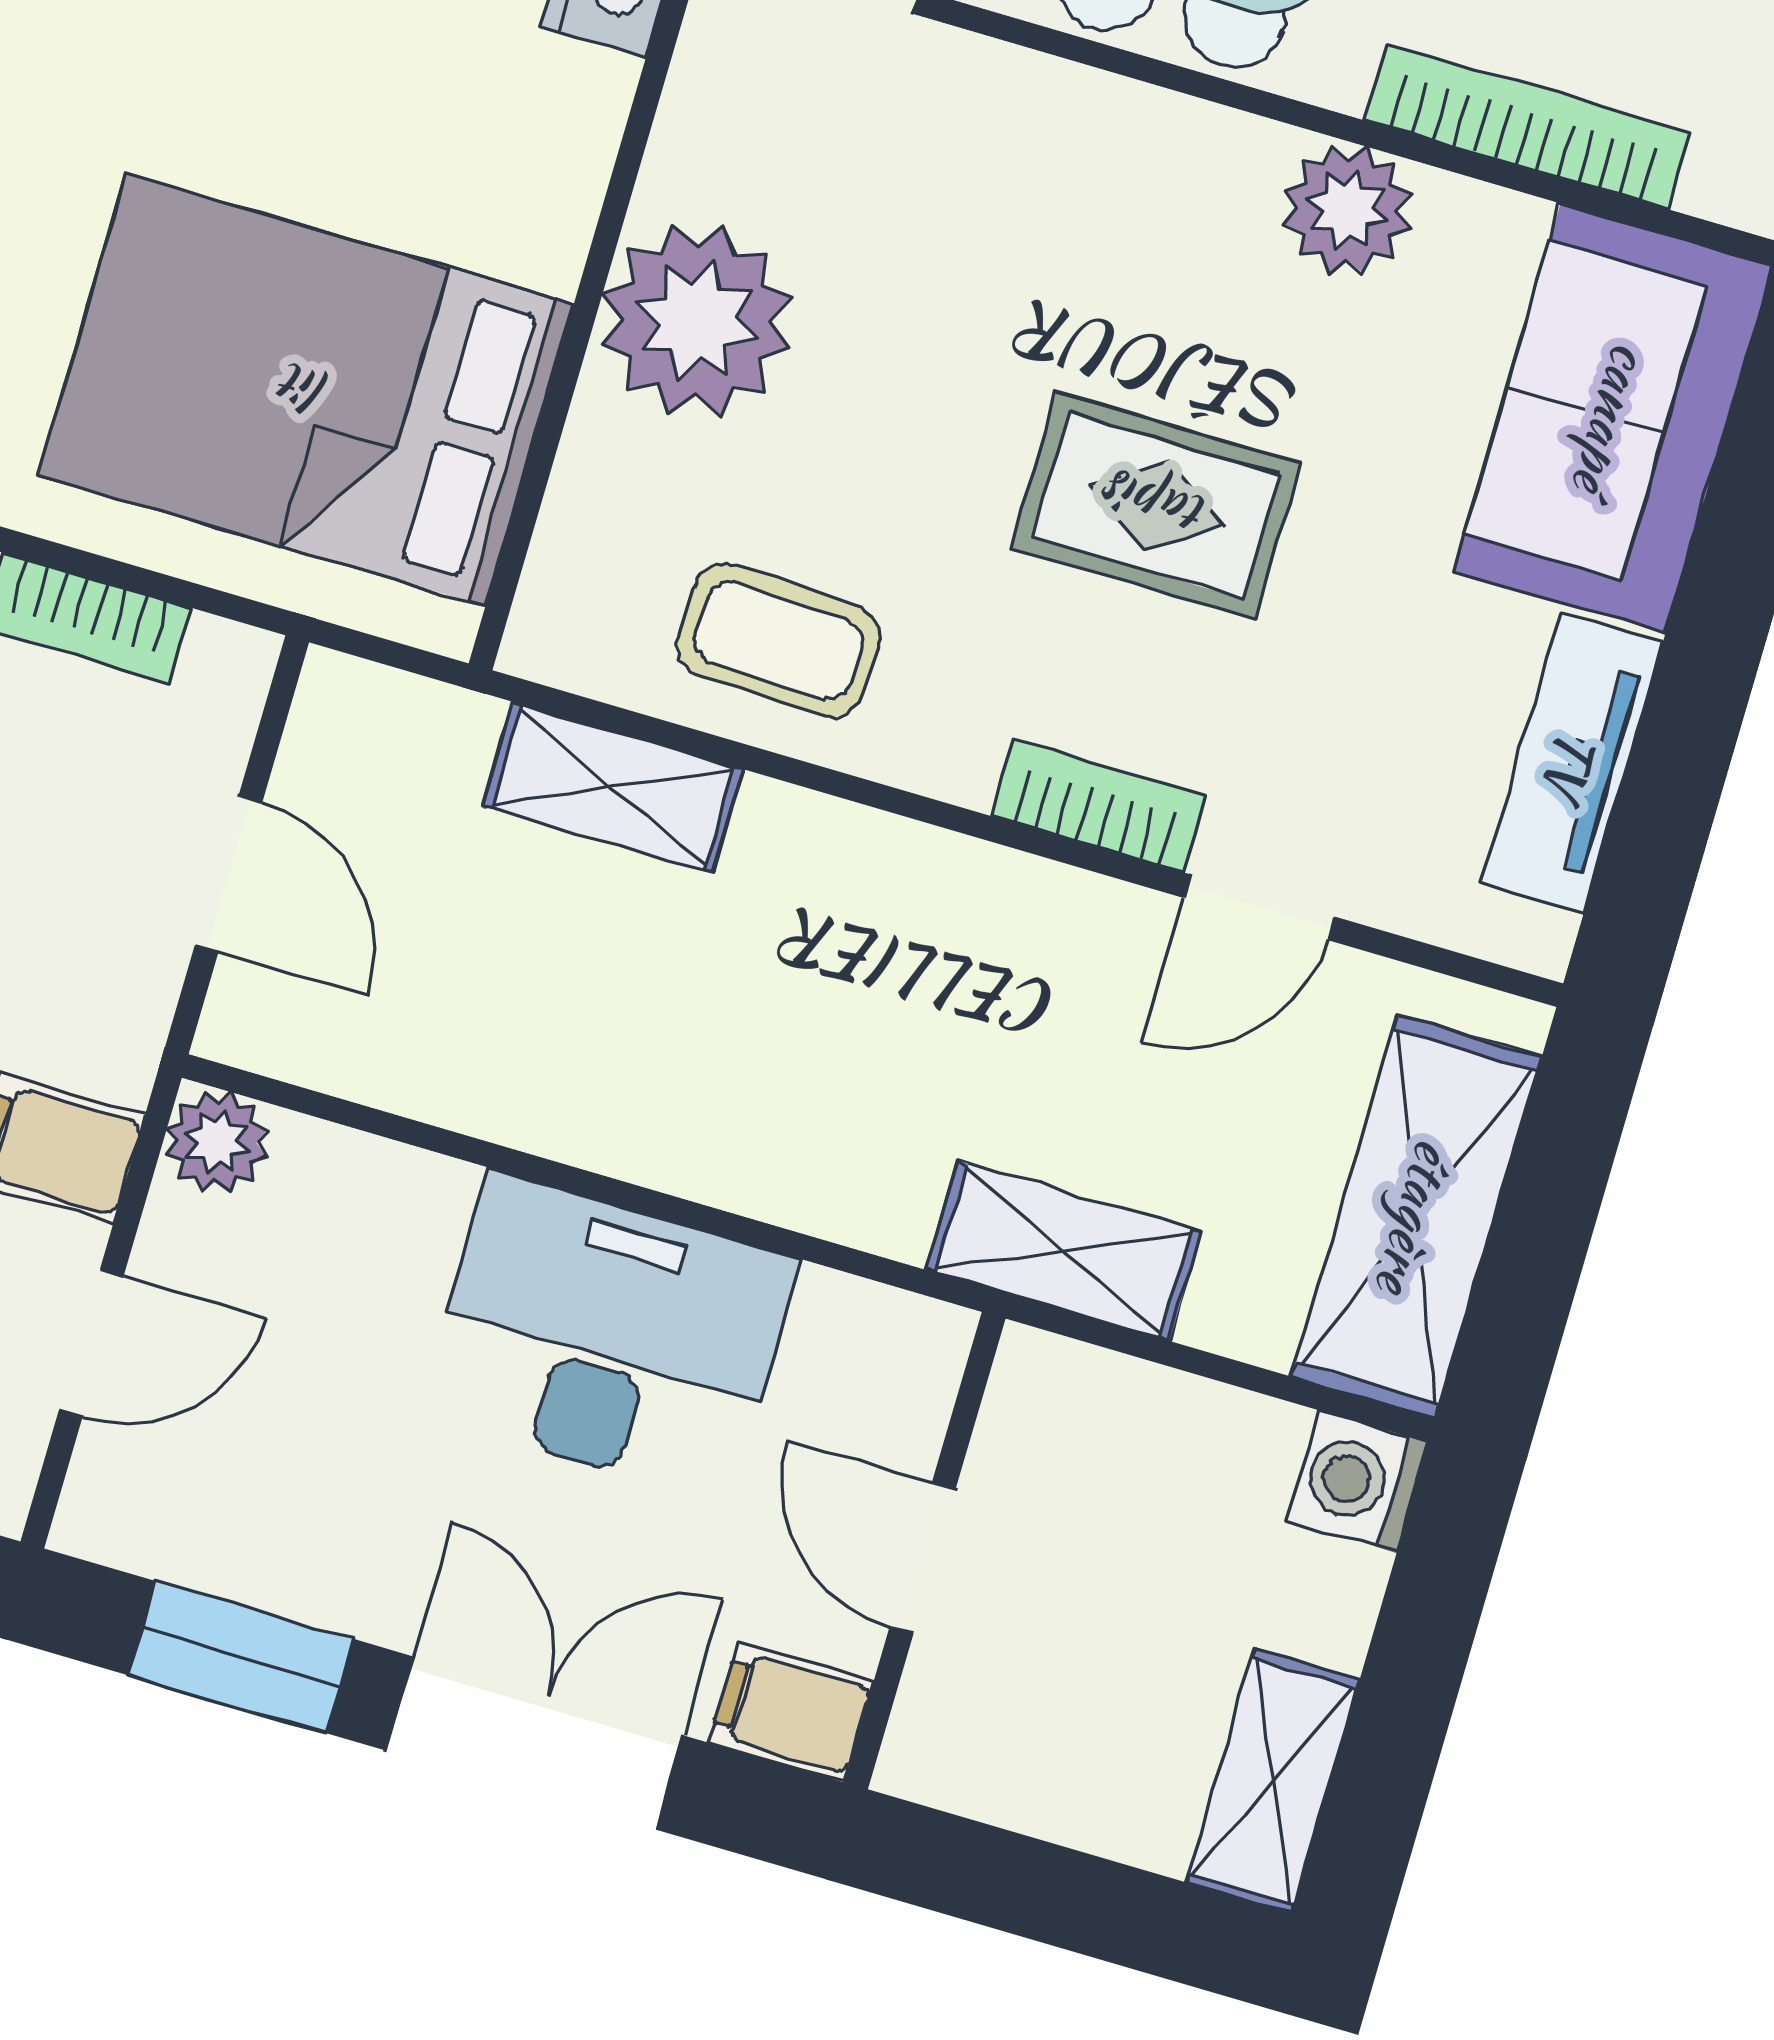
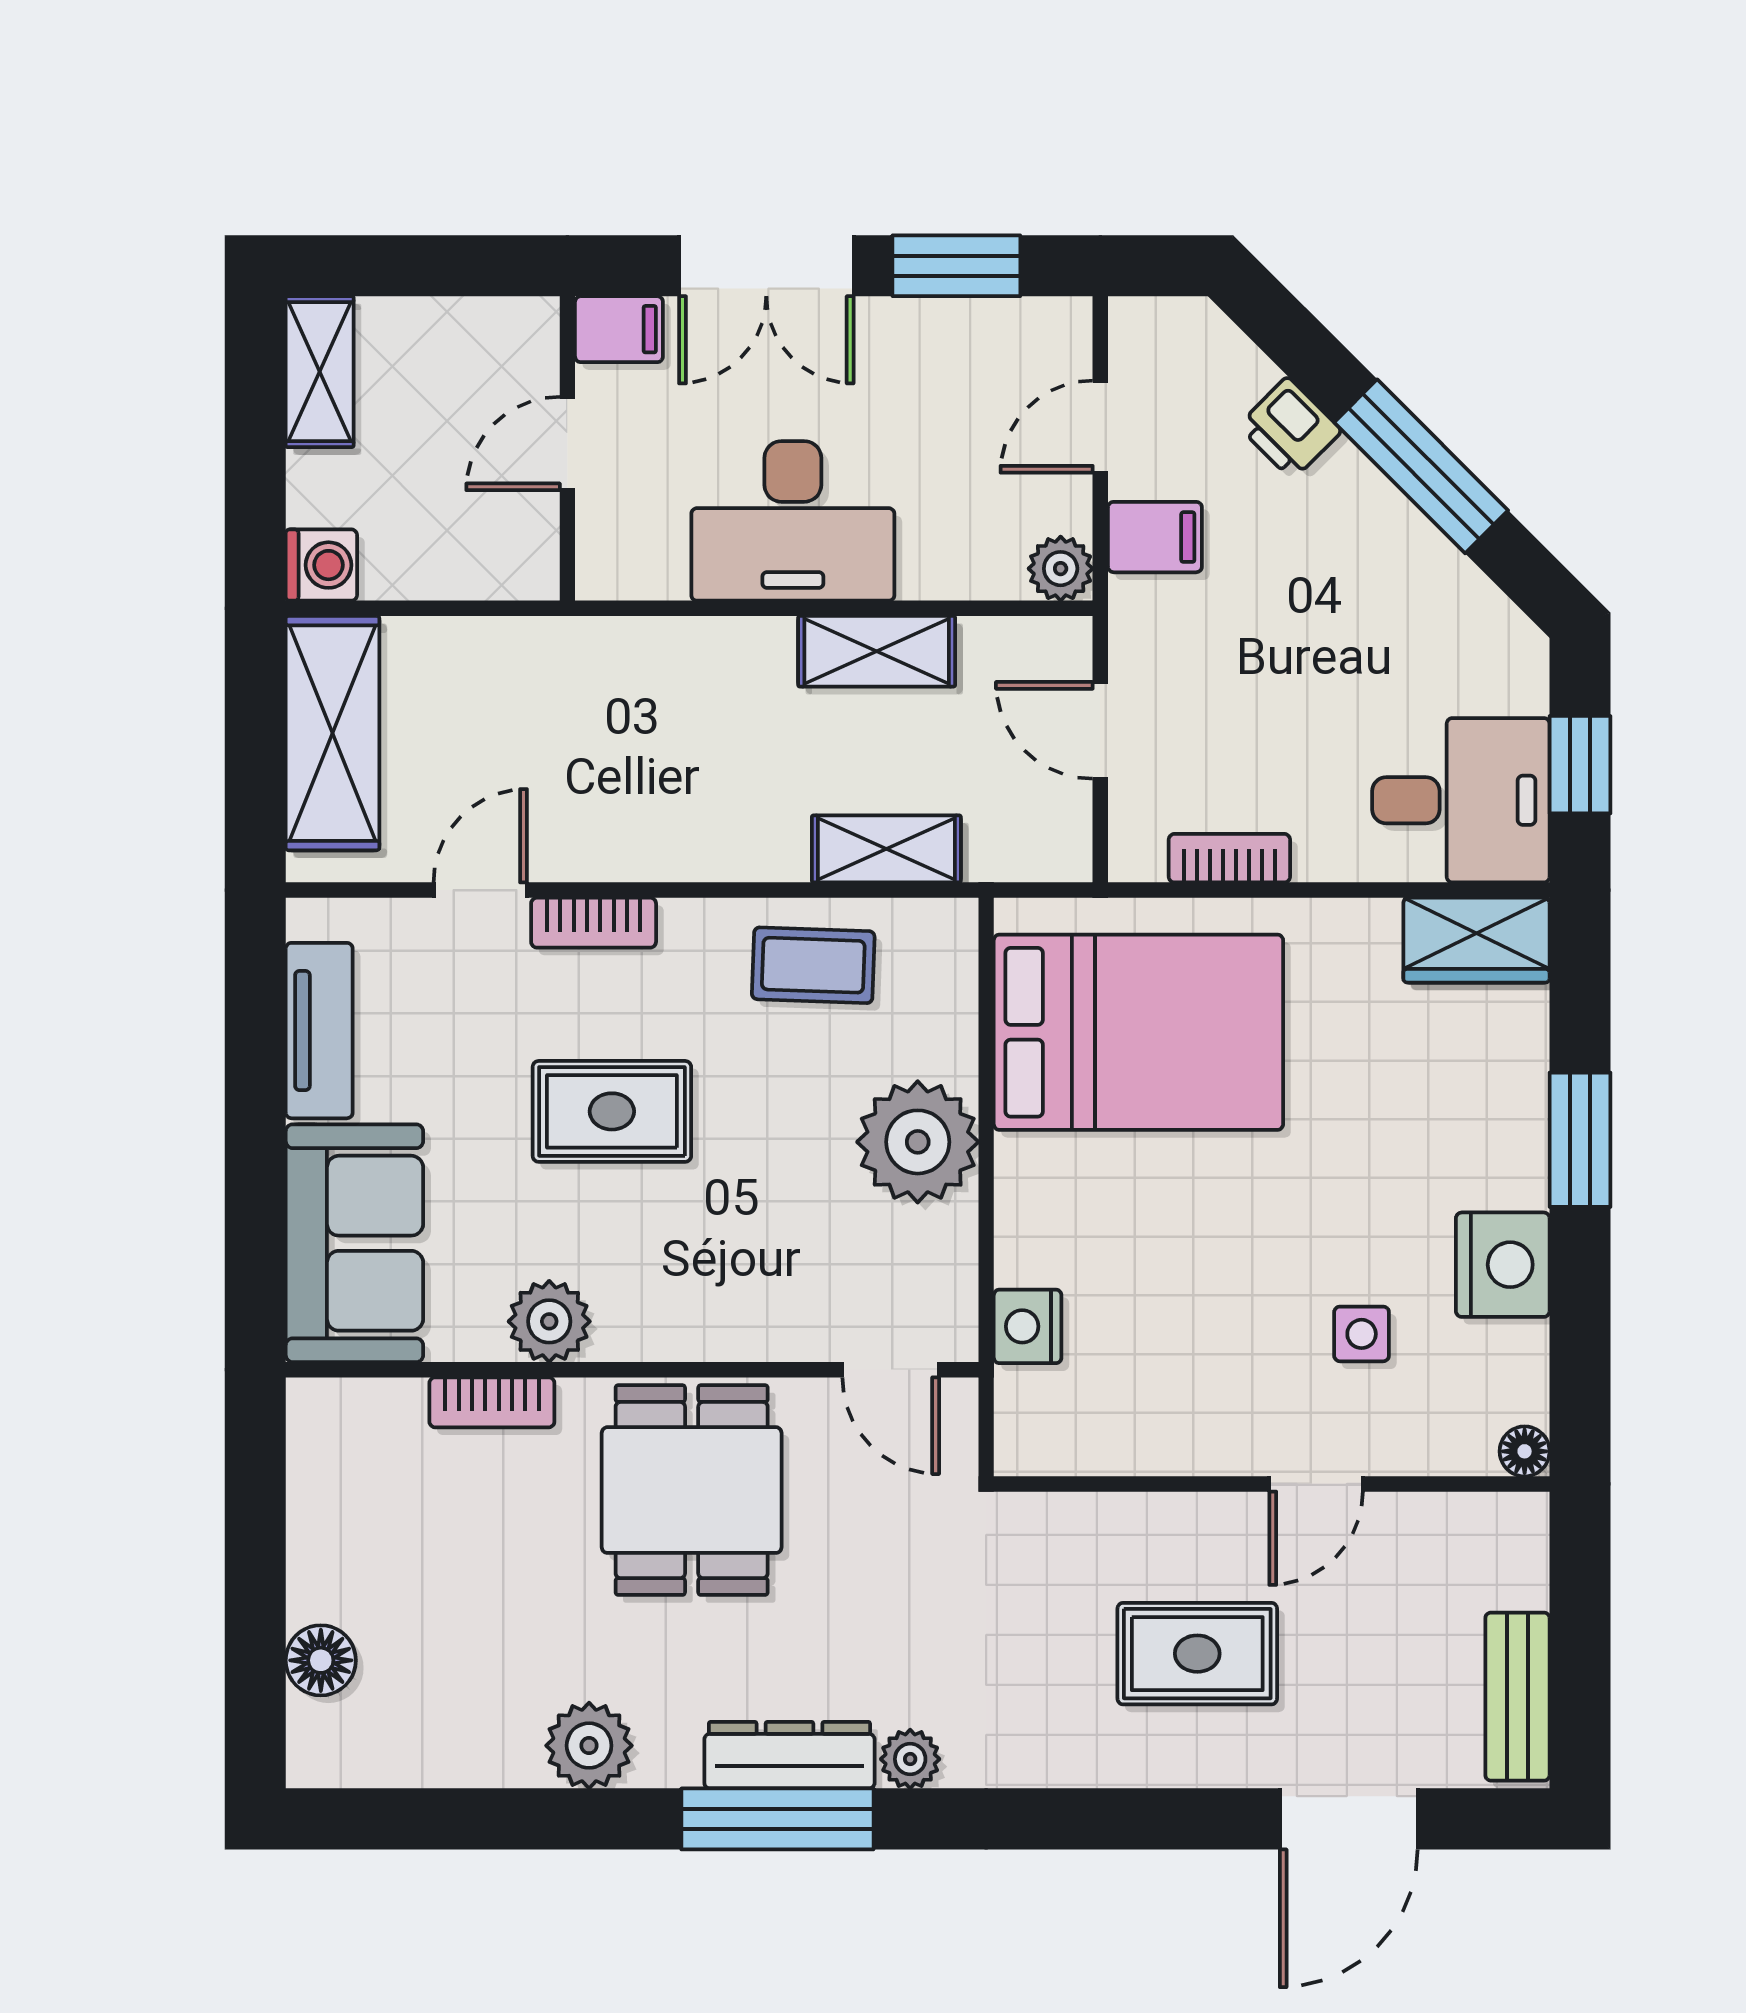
bookcase: (1527, 126) -> (492, 1402), width x0.64
shelving: (1064, 1251) -> (877, 651), moved
door: (923, 1558) -> (567, 444), swing flipped

